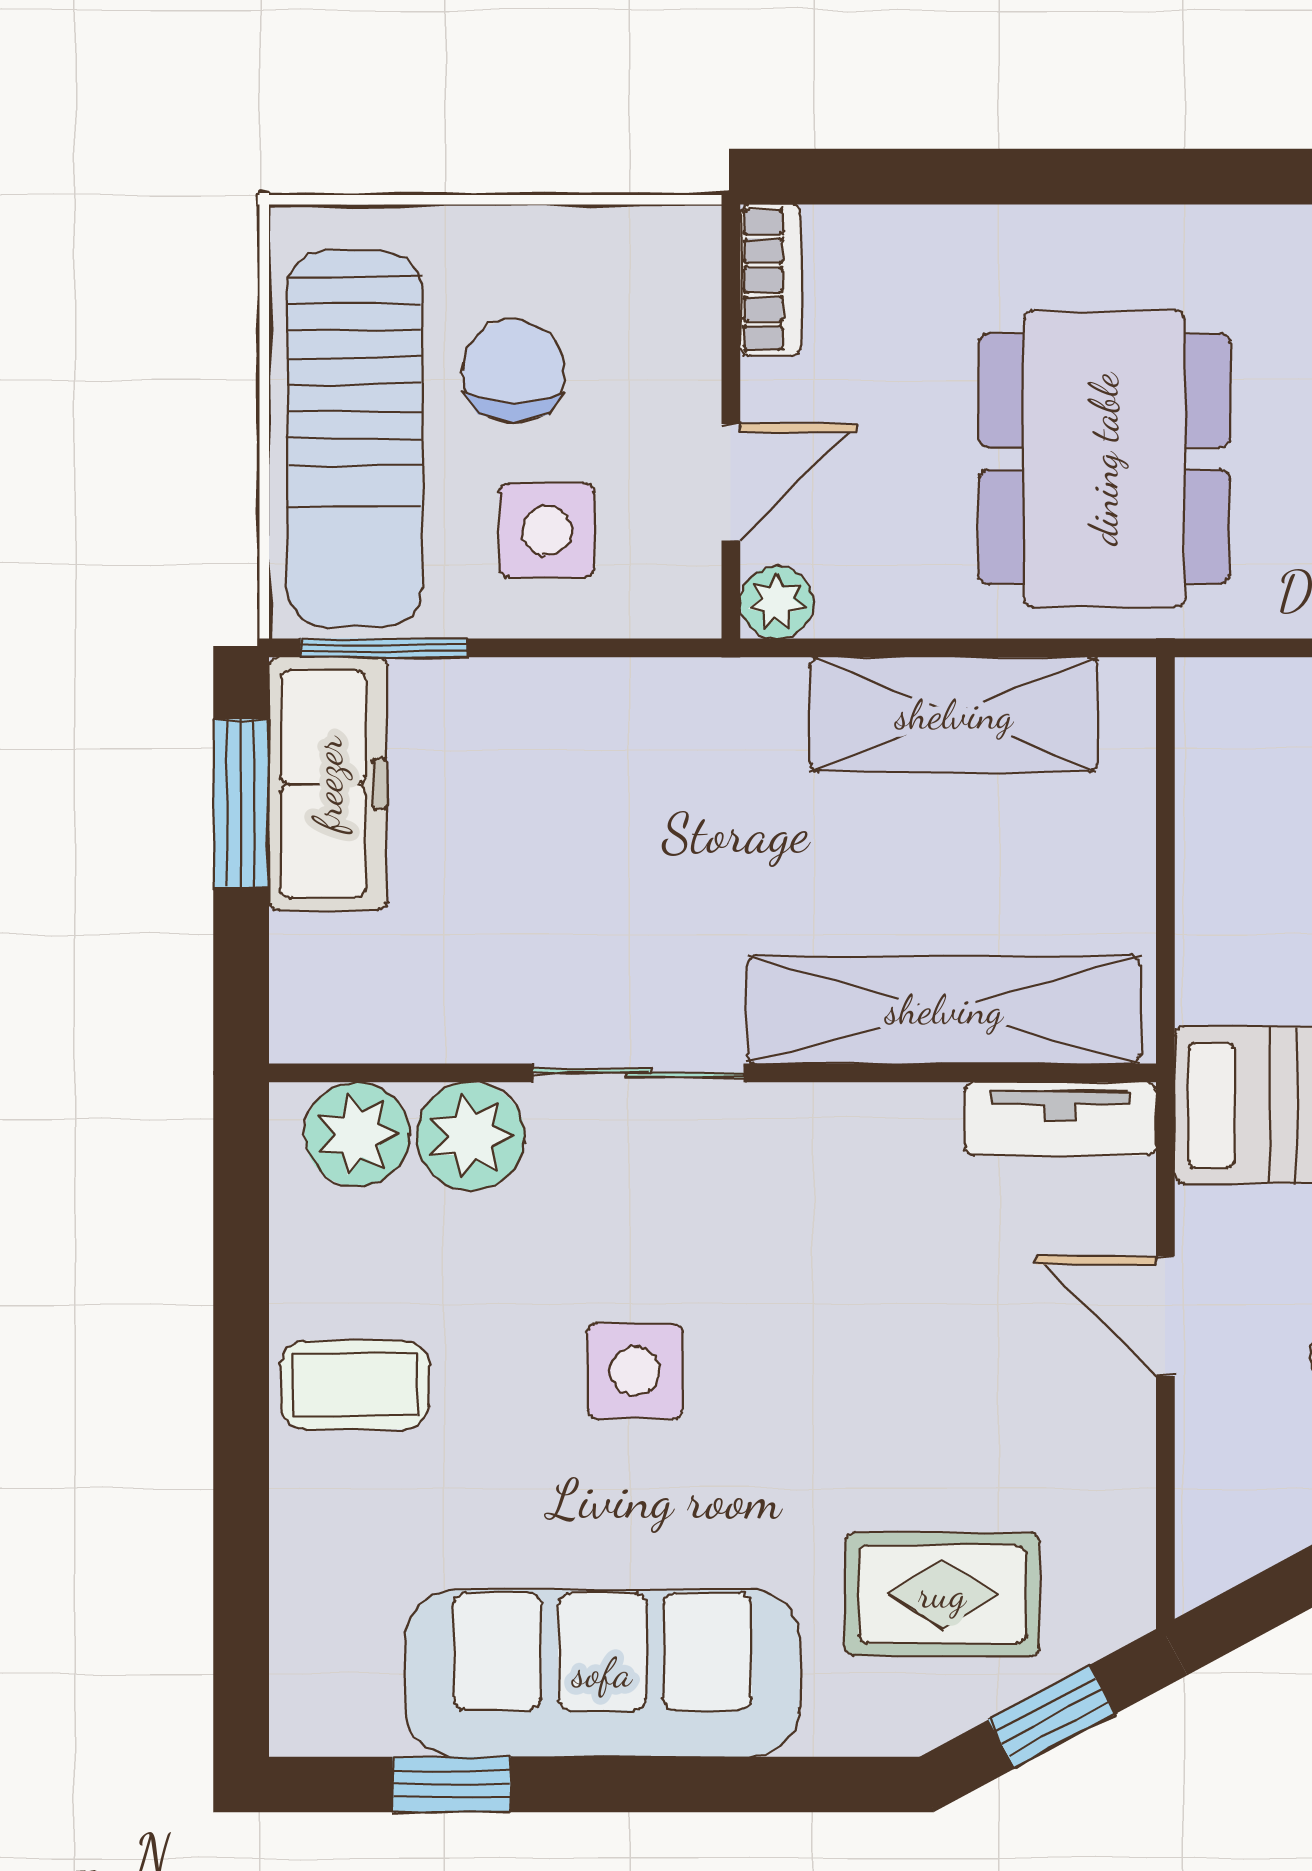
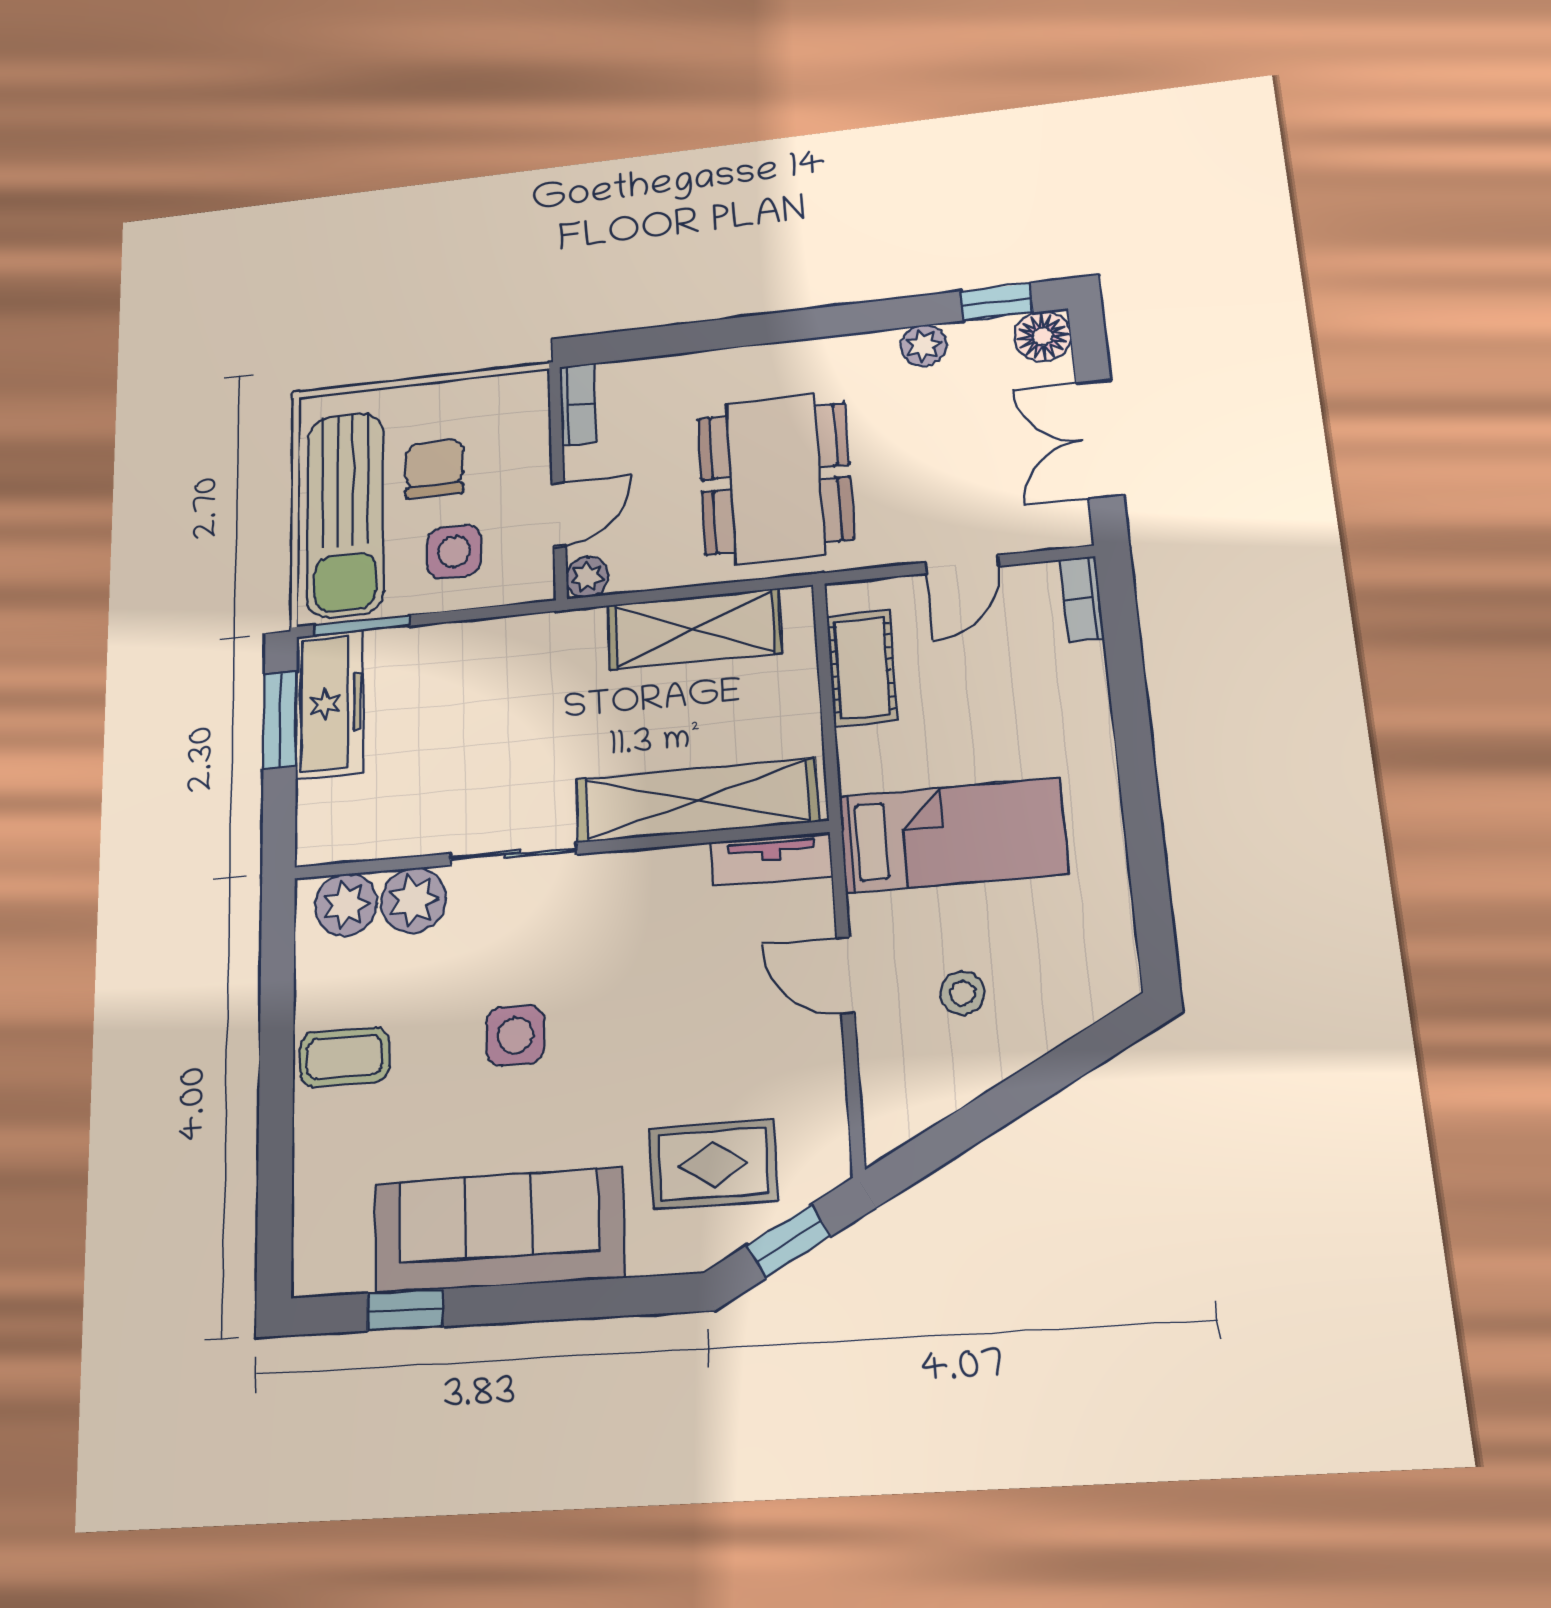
cot: (1226, 811) -> (862, 668), added

